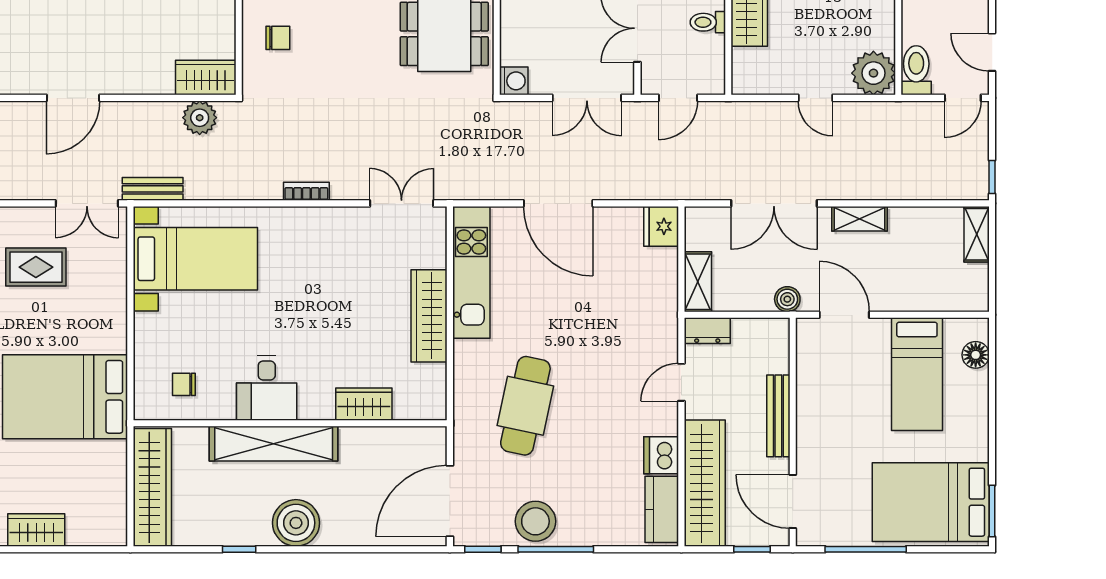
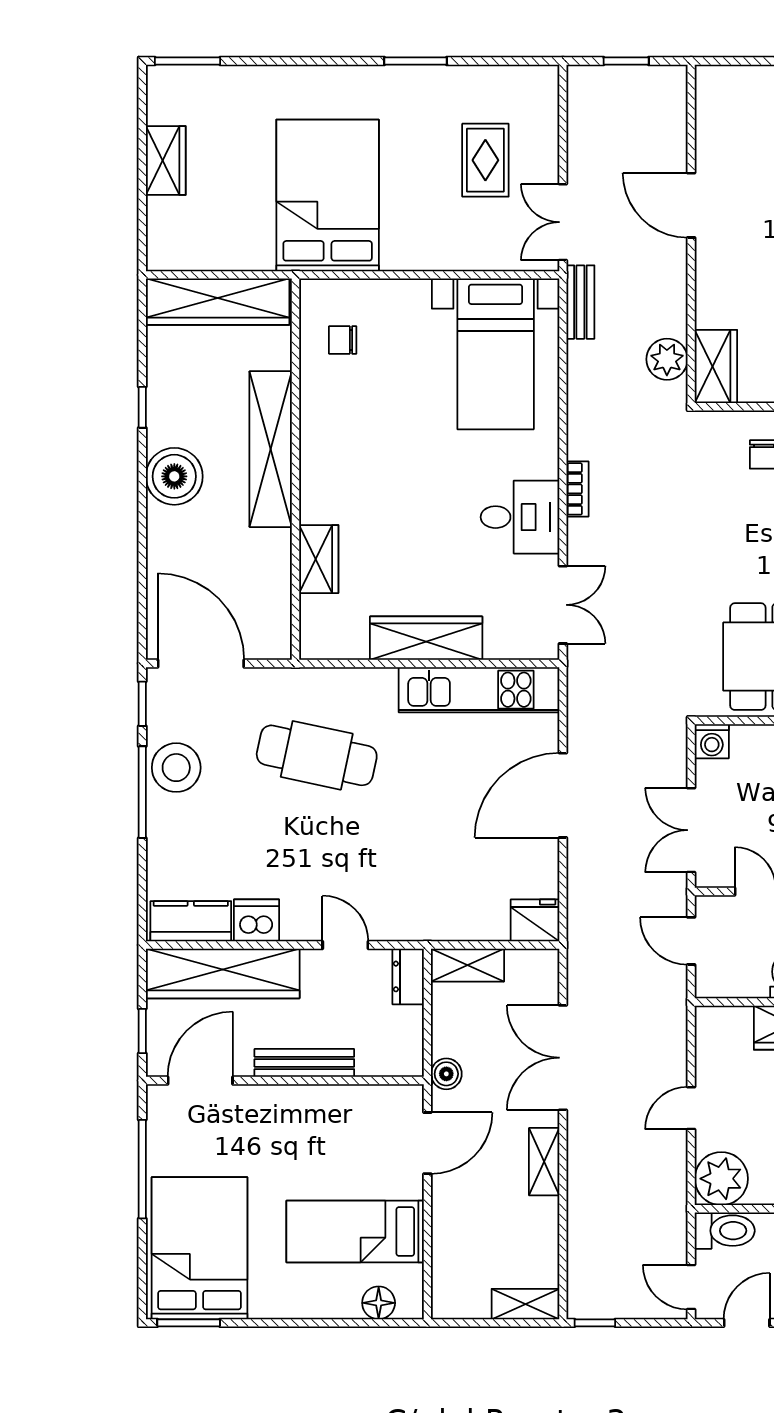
chair: (184, 384) -> (343, 340), turned -90
desk: (267, 388) -> (520, 517), moved, turned 180

